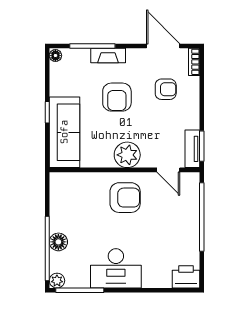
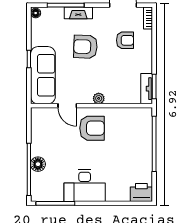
armchair: (117, 97) -> (85, 47), turned 92
plant: (127, 155) -> (99, 98), width x0.53, depth x0.53
door: (168, 170) -> (67, 106), moved
plant: (57, 281) -> (37, 195), removed

